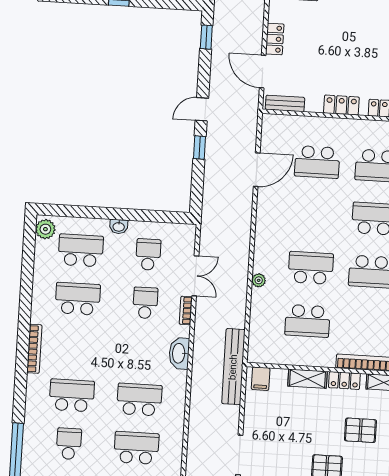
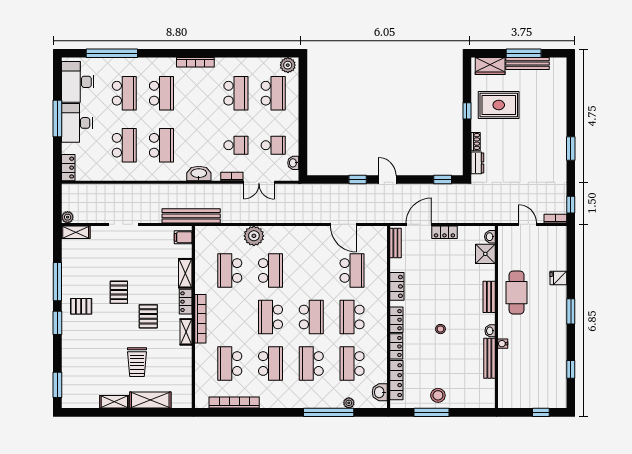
school desk: (317, 162) -> (352, 270), turned 180
washbasin: (119, 227) -> (293, 163), moved
plant: (259, 280) -> (254, 236), width x1.88, depth x1.88
school desk: (69, 444) -> (124, 93), width x1.85

